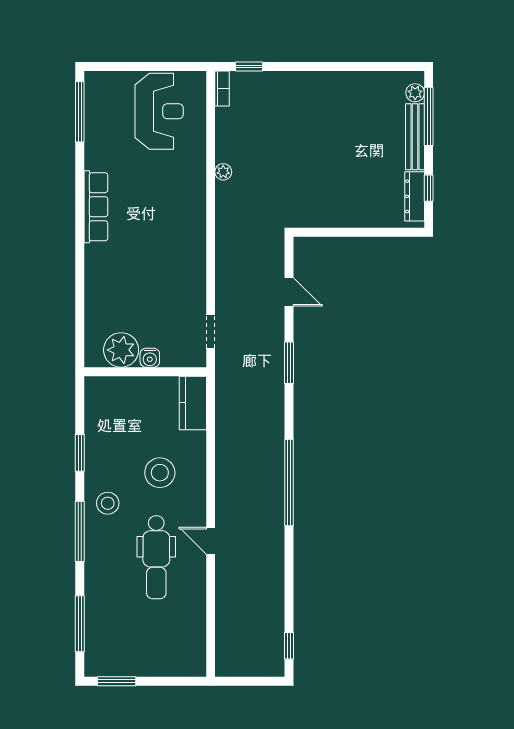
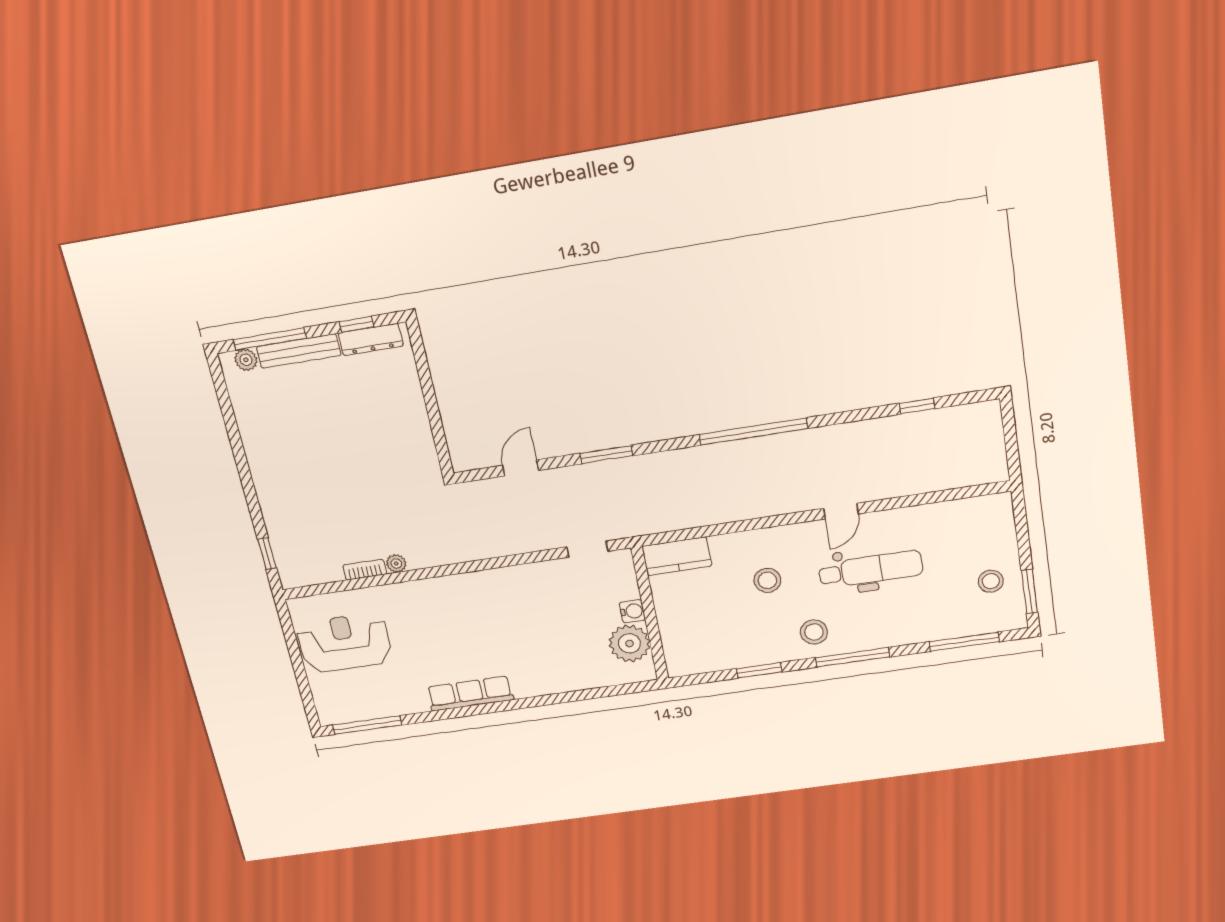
bookcase: (222, 88) -> (365, 570), moved
stool: (160, 473) -> (767, 580), width x0.73, depth x0.73
window: (289, 646) -> (917, 406), moved
stool: (131, 652) -> (991, 581), added

